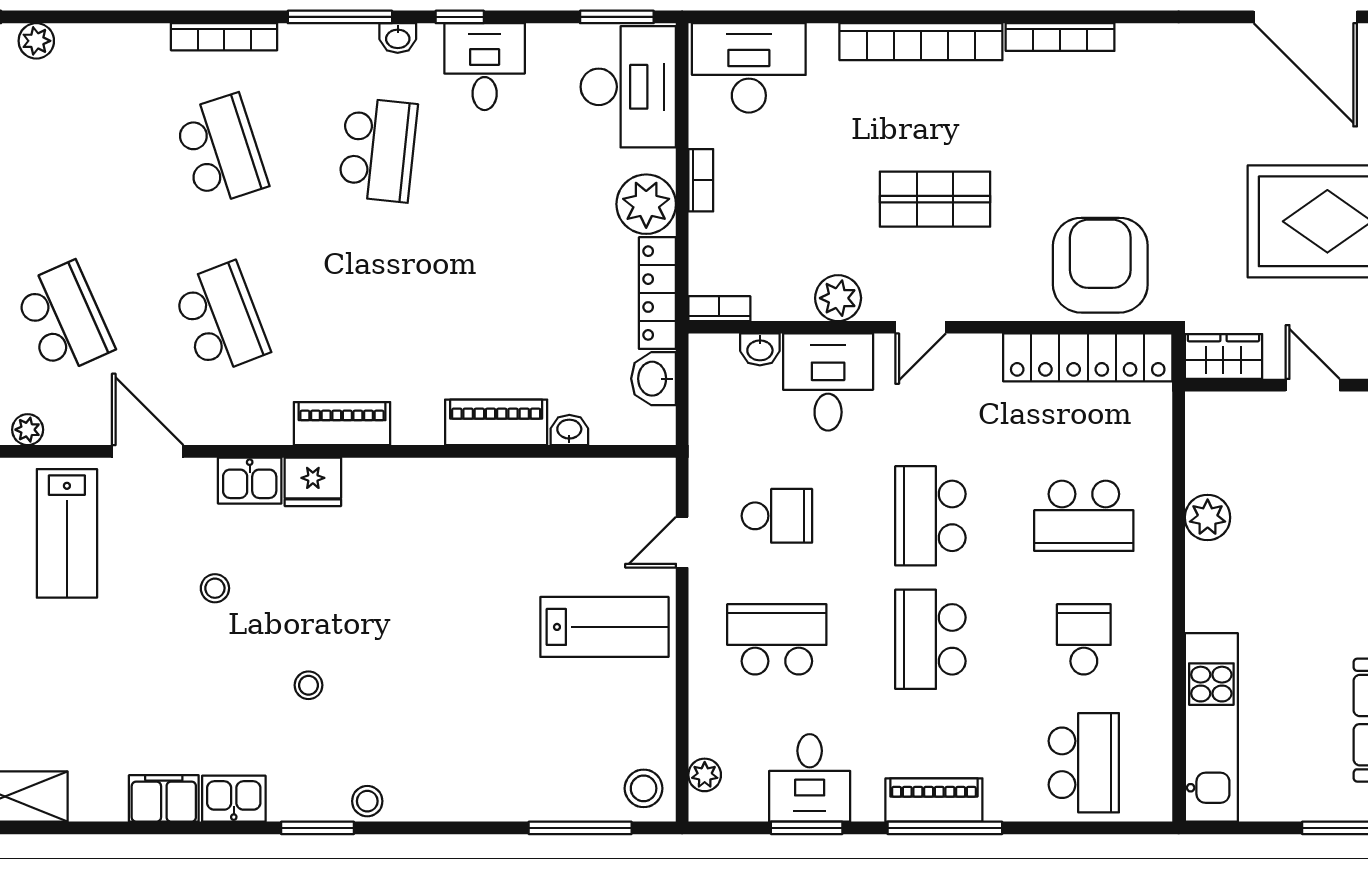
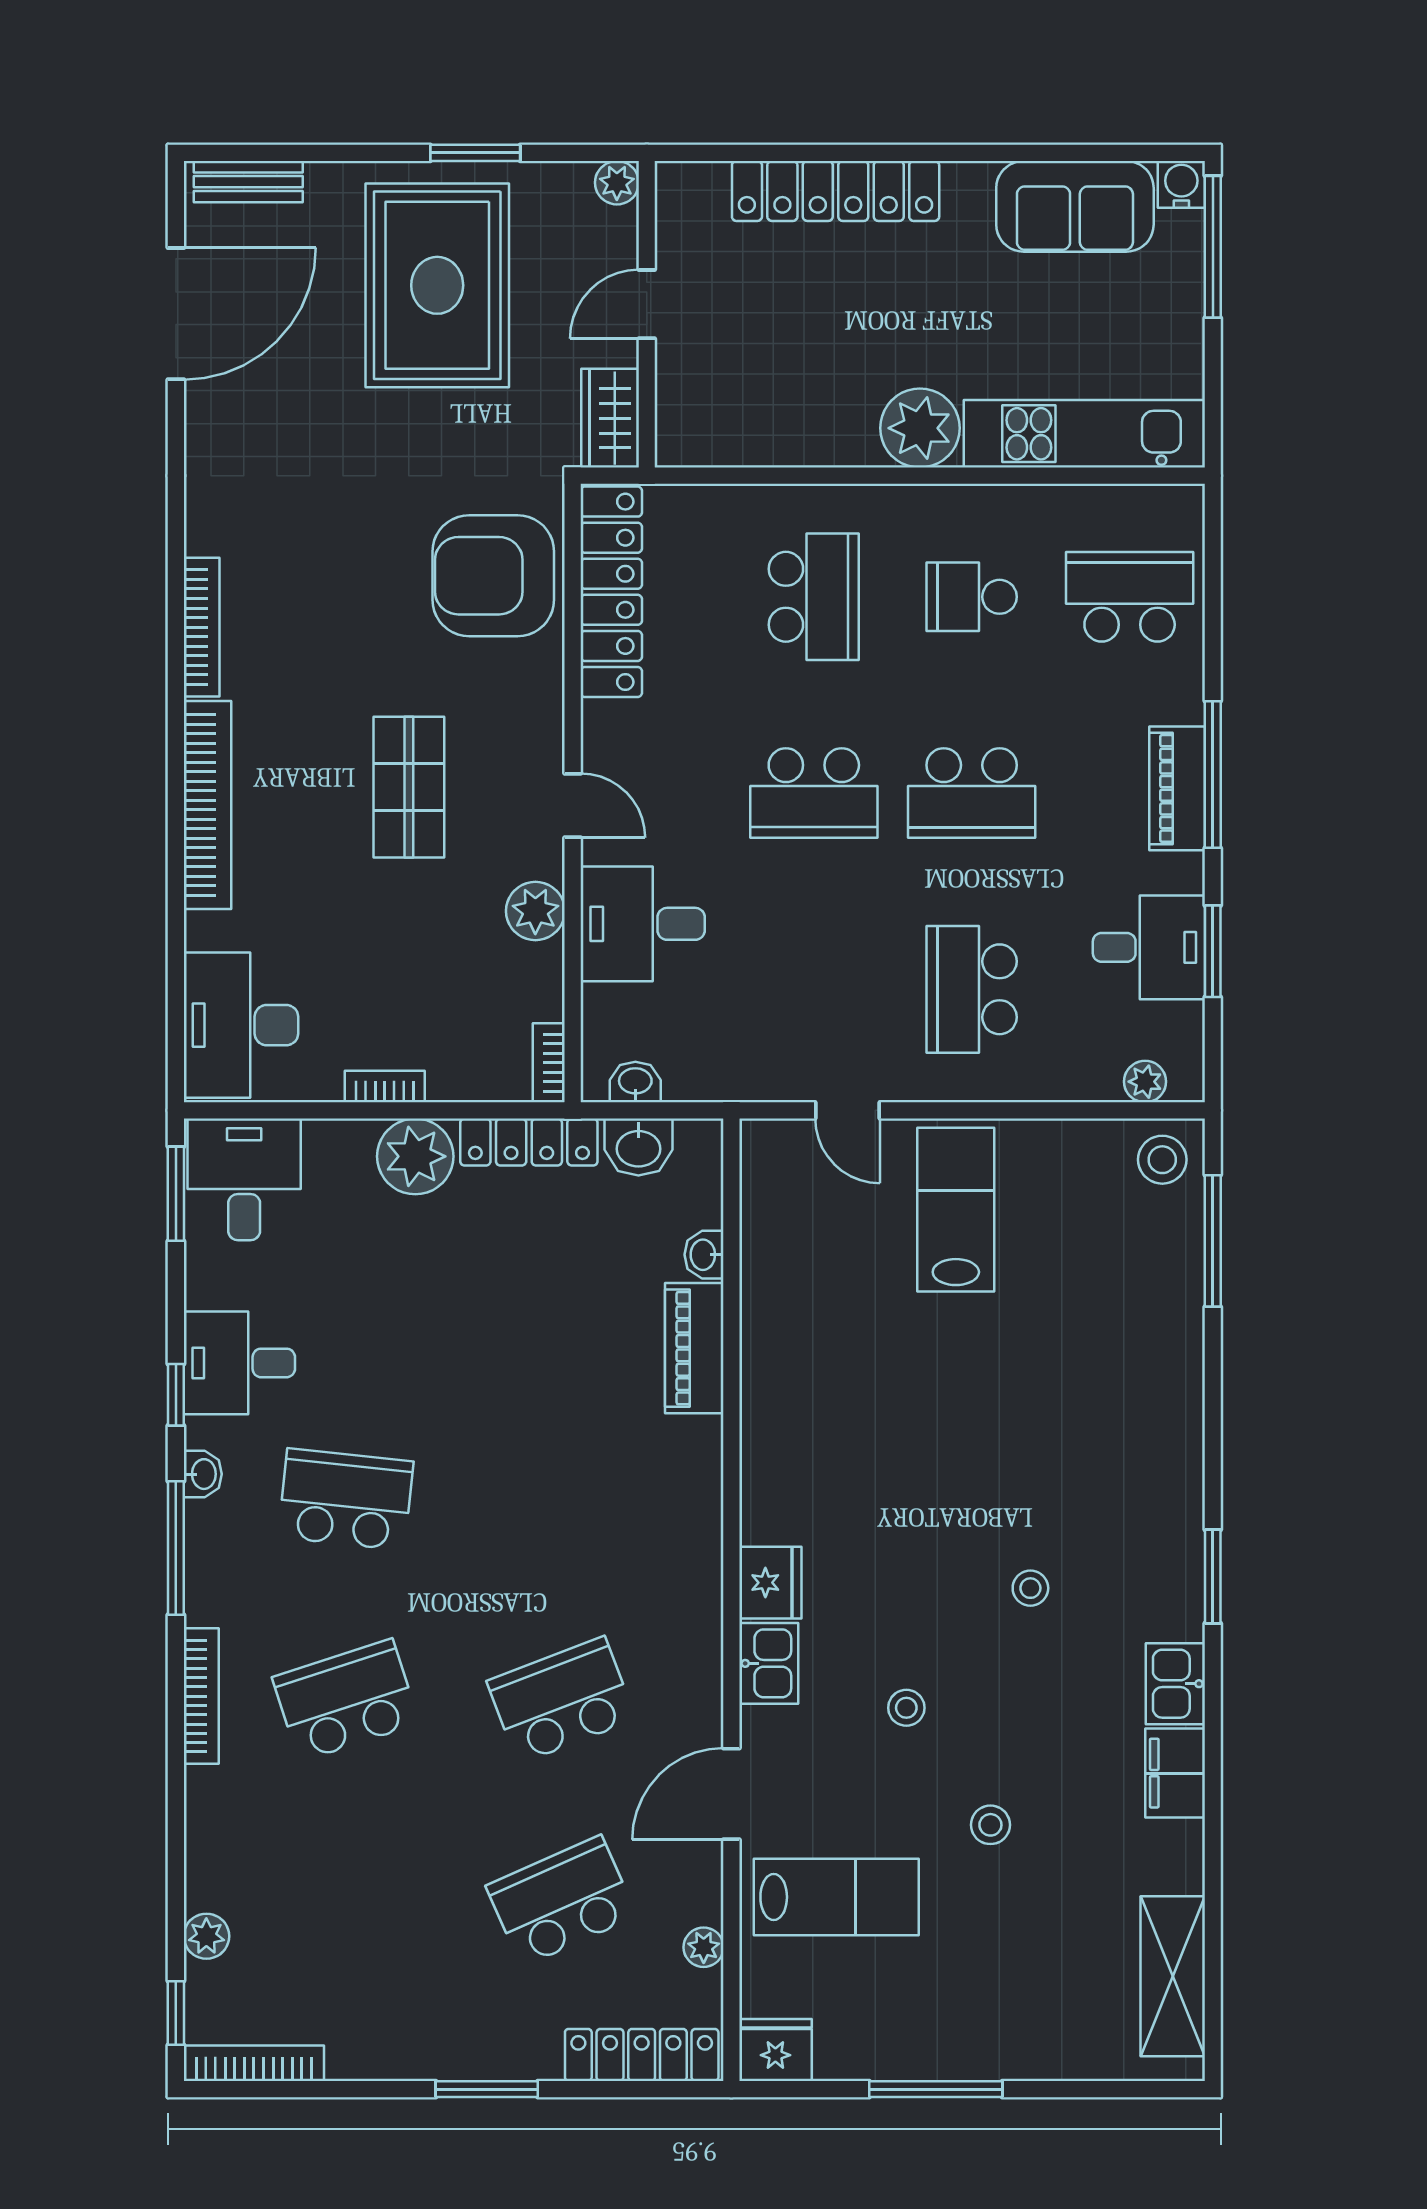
desk: (628, 87) -> (244, 1179), width x0.73
washbasin: (760, 349) -> (635, 1082), moved, turned -90
piano: (342, 424) -> (696, 1545), removed
school desk: (777, 516) -> (814, 989), removed
plant: (1208, 517) -> (920, 428), moved, width x1.36, depth x1.36
stool: (367, 801) -> (990, 1825), moved

